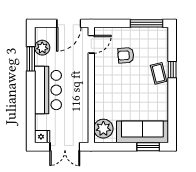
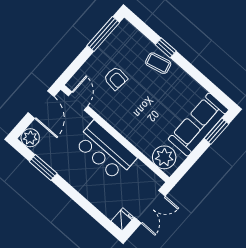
plant: (42, 48) -> (30, 138), moved
armchair: (126, 55) -> (116, 78), turned -80
bar counter: (48, 90) -> (105, 151), moved, turned 180

